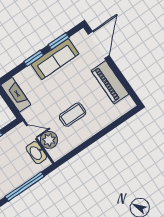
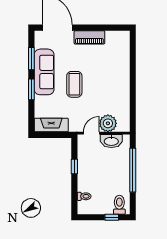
piano: (110, 82) -> (89, 37), width x0.73, depth x0.75
coffee table: (73, 115) -> (74, 84), moved

